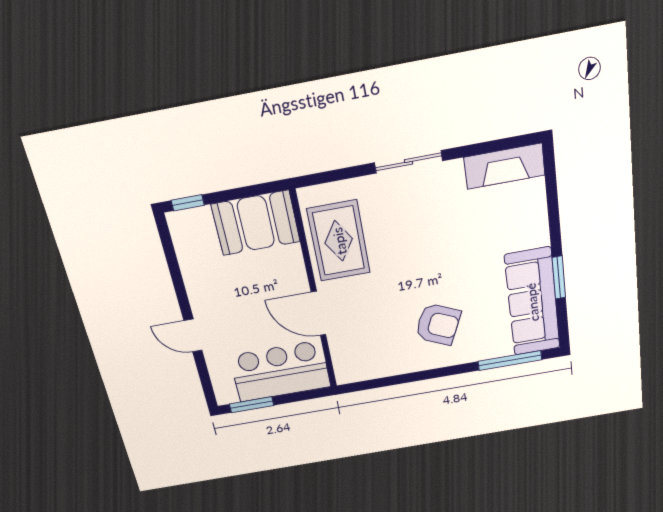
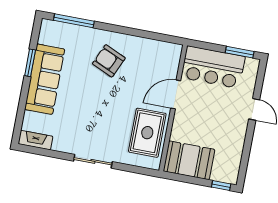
fireplace: (504, 166) -> (35, 140), width x0.73, depth x0.76
sofa: (532, 302) -> (45, 79), moved
door: (318, 314) -> (176, 94), swing flipped

